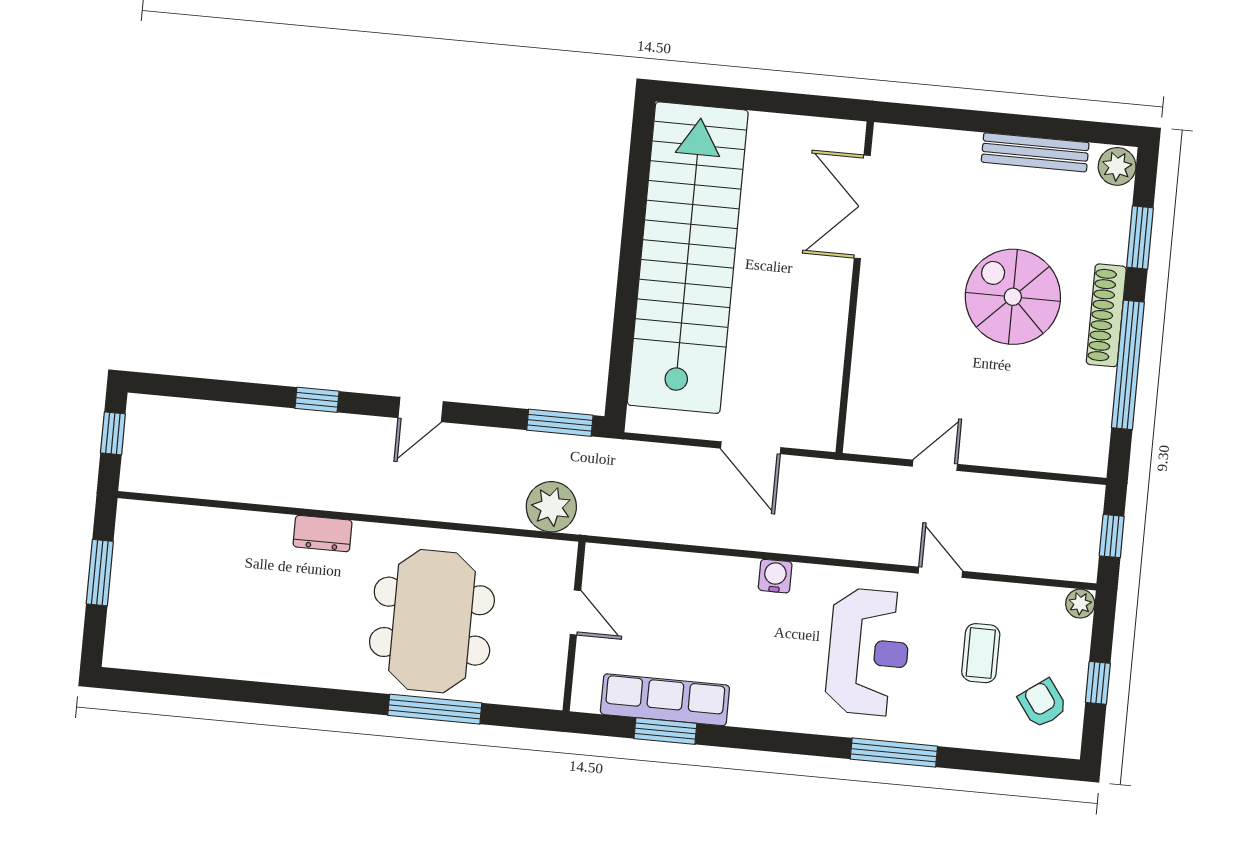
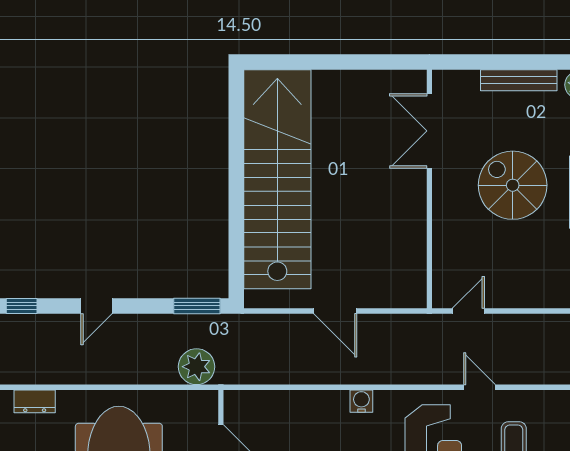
double door: (862, 207) -> (429, 131), moved
wall: (855, 287) -> (429, 189), moved

